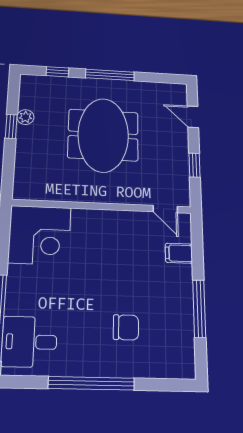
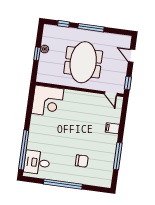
wall: (102, 206) -> (80, 89), moved
door: (165, 209) -> (111, 94), moved
corner desk: (40, 235) -> (48, 101), moved

